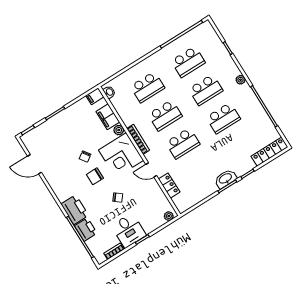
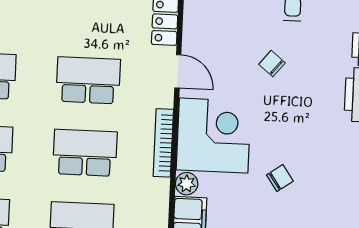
chair: (95, 176) -> (287, 130), removed

